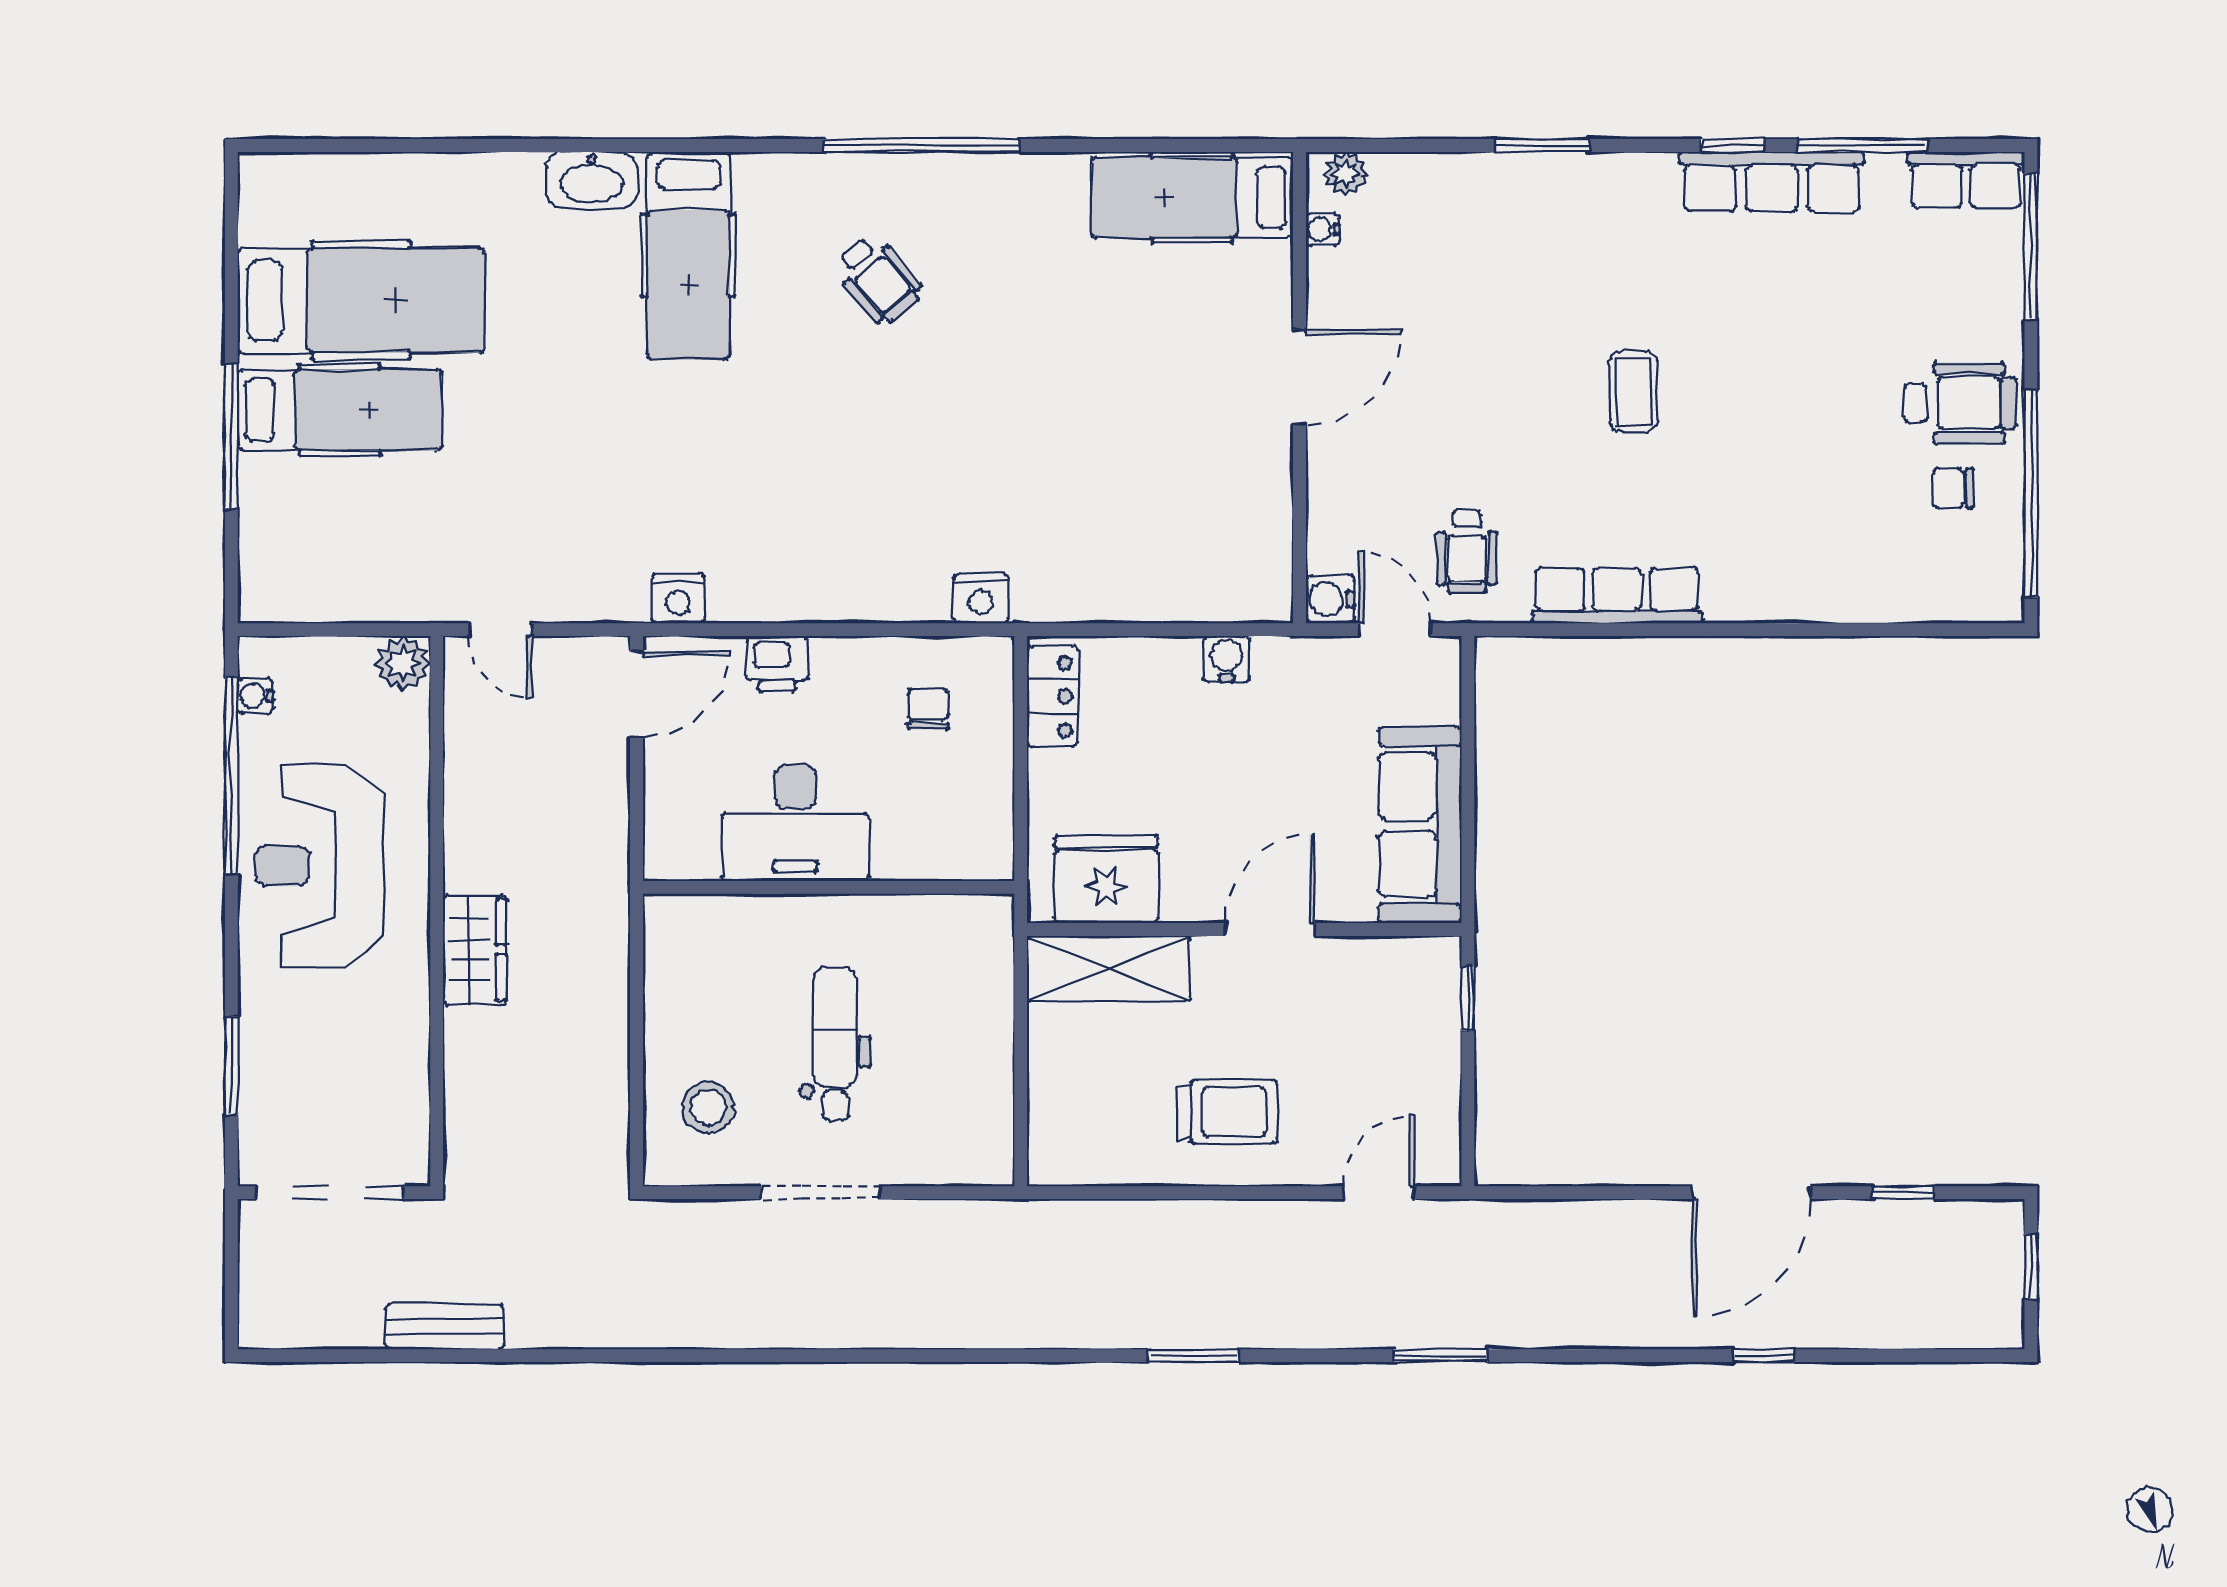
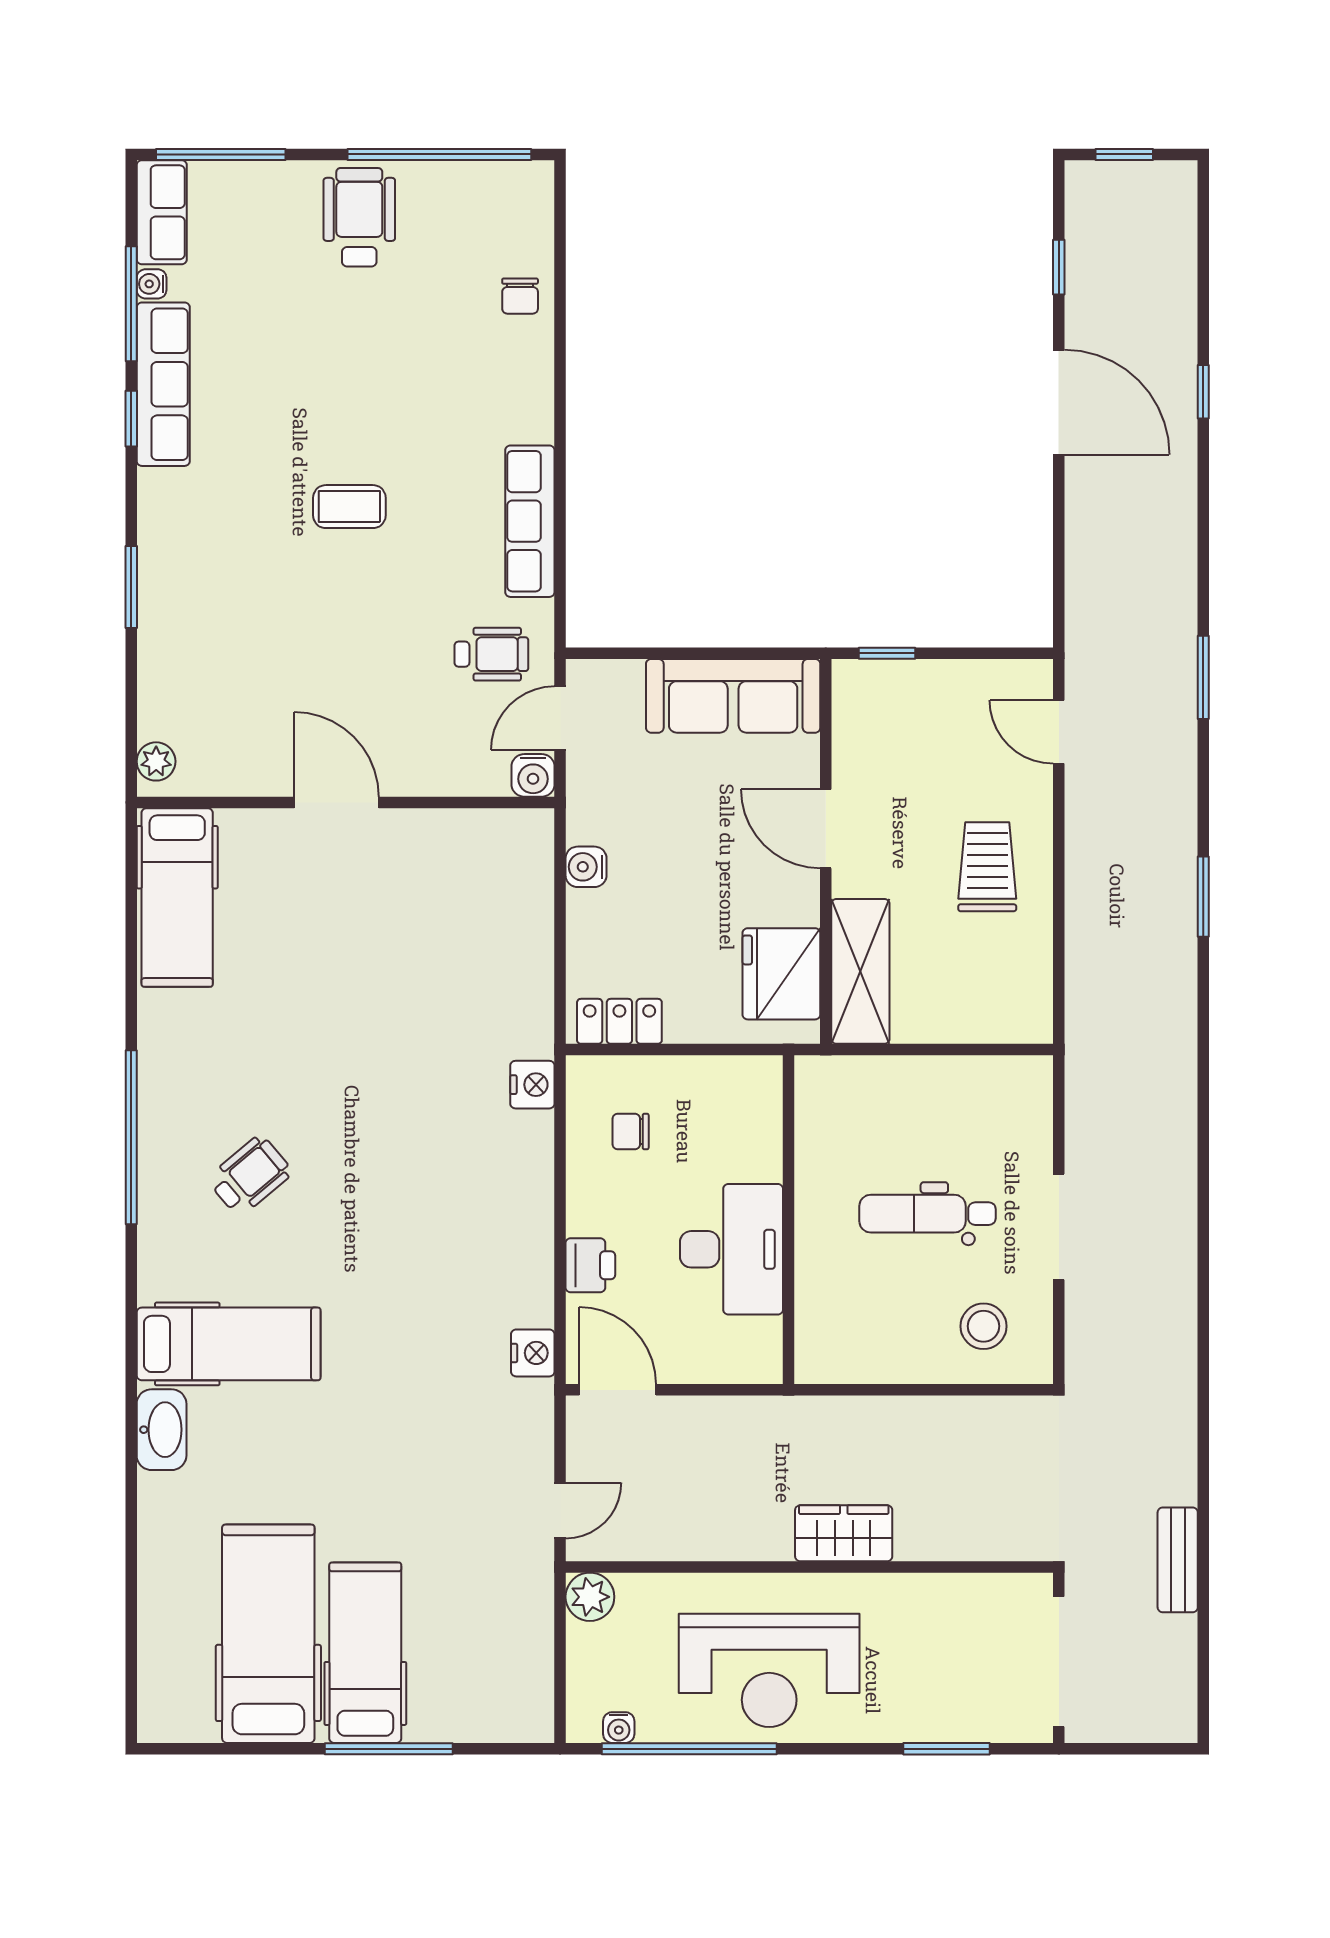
water cooler: (1323, 229) -> (152, 284), moved, turned 90
chair: (1953, 488) -> (520, 296), moved

